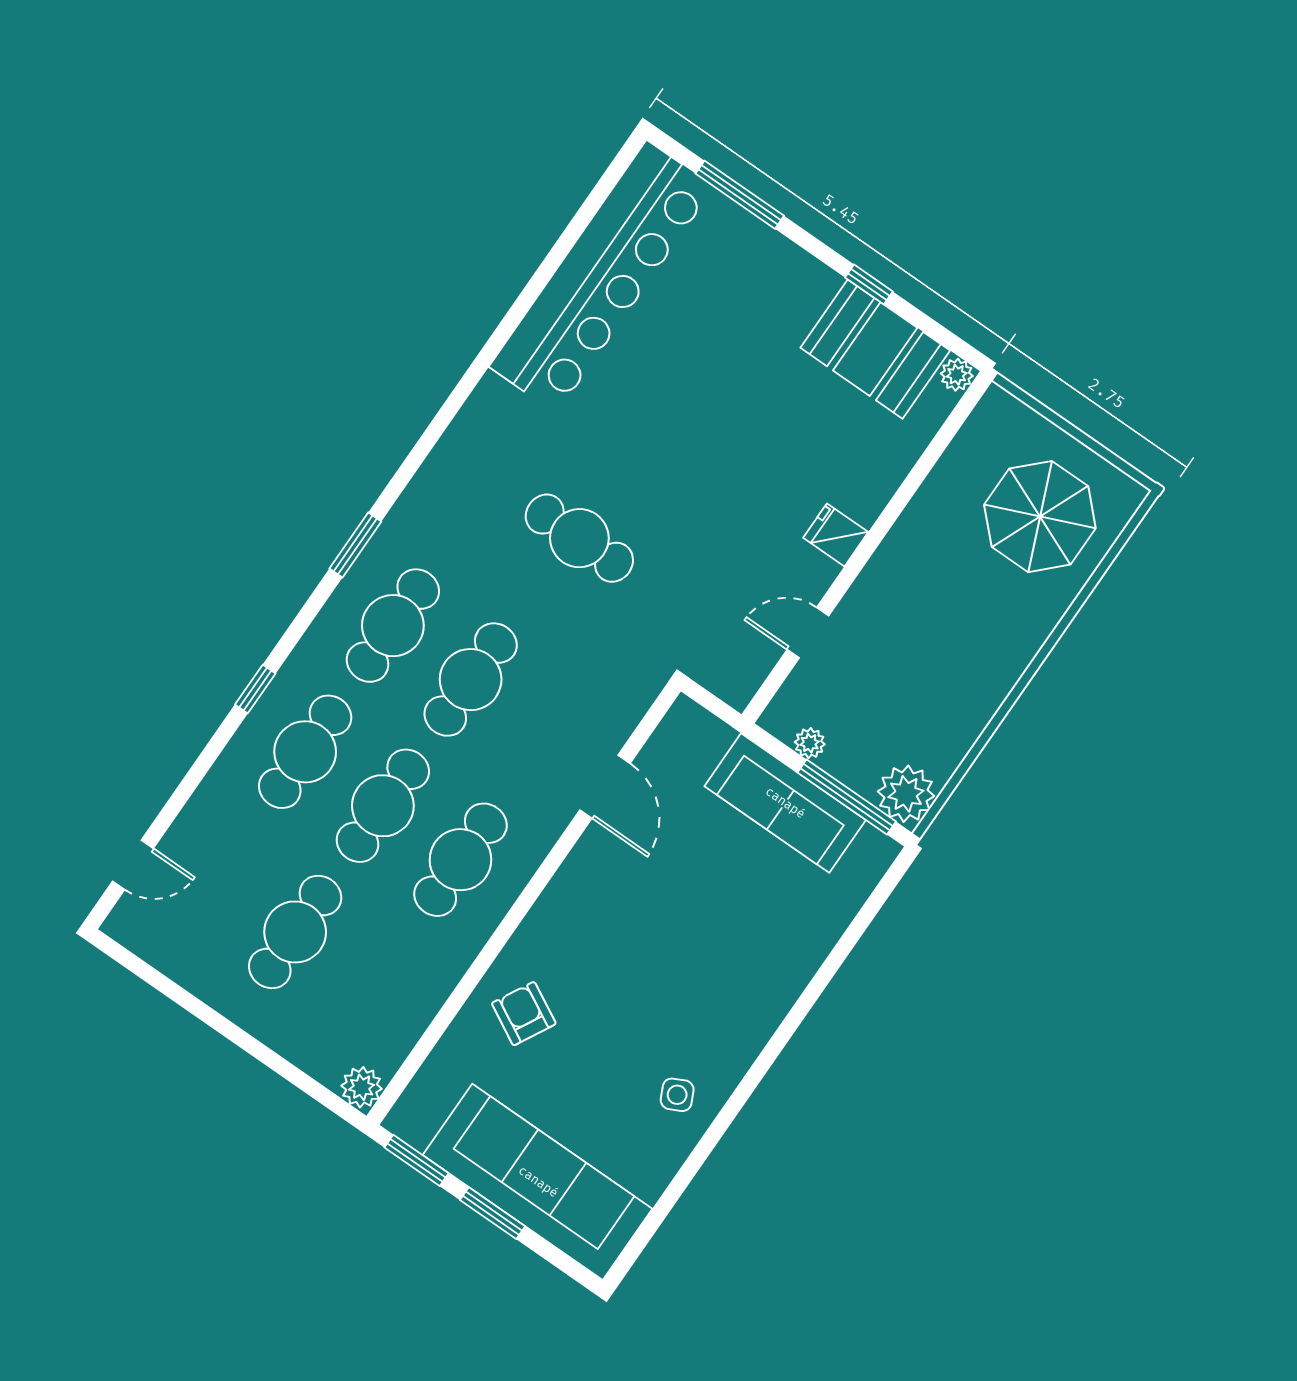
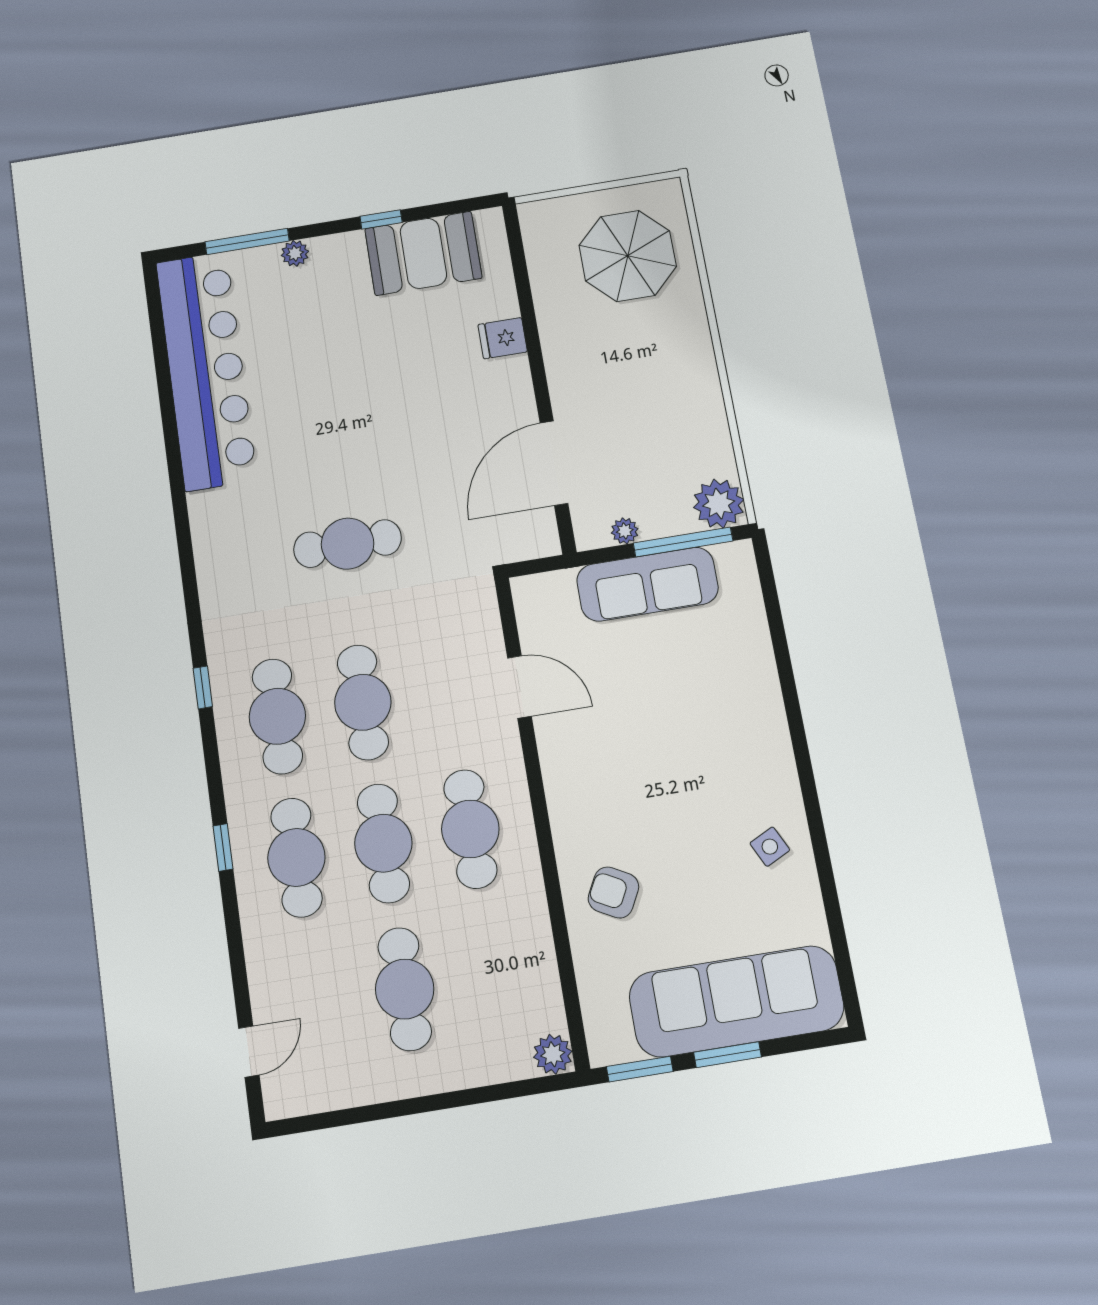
plant: (957, 375) -> (295, 253), moved
fridge: (836, 535) -> (503, 338), moved
window: (355, 545) -> (203, 687), width x0.67
door: (808, 633) -> (554, 463), width x1.87

